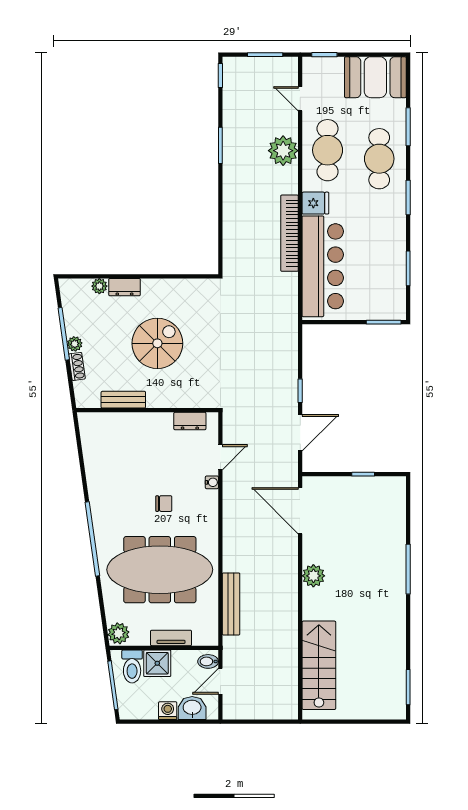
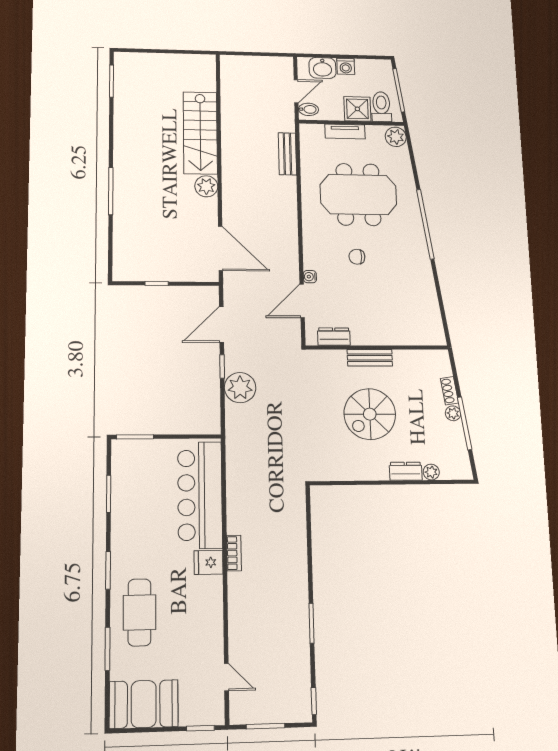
cafe table: (328, 150) -> (196, 621), removed
plant: (283, 151) -> (240, 388), moved
bookcase: (289, 233) -> (234, 553), width x0.43, depth x0.76
bench: (123, 400) -> (370, 358), moved
door: (220, 457) -> (302, 301), width x1.37
meeting table: (160, 570) -> (358, 195), width x0.73
bench: (231, 604) -> (287, 154), width x0.73
stairs: (319, 665) -> (200, 133), moved

